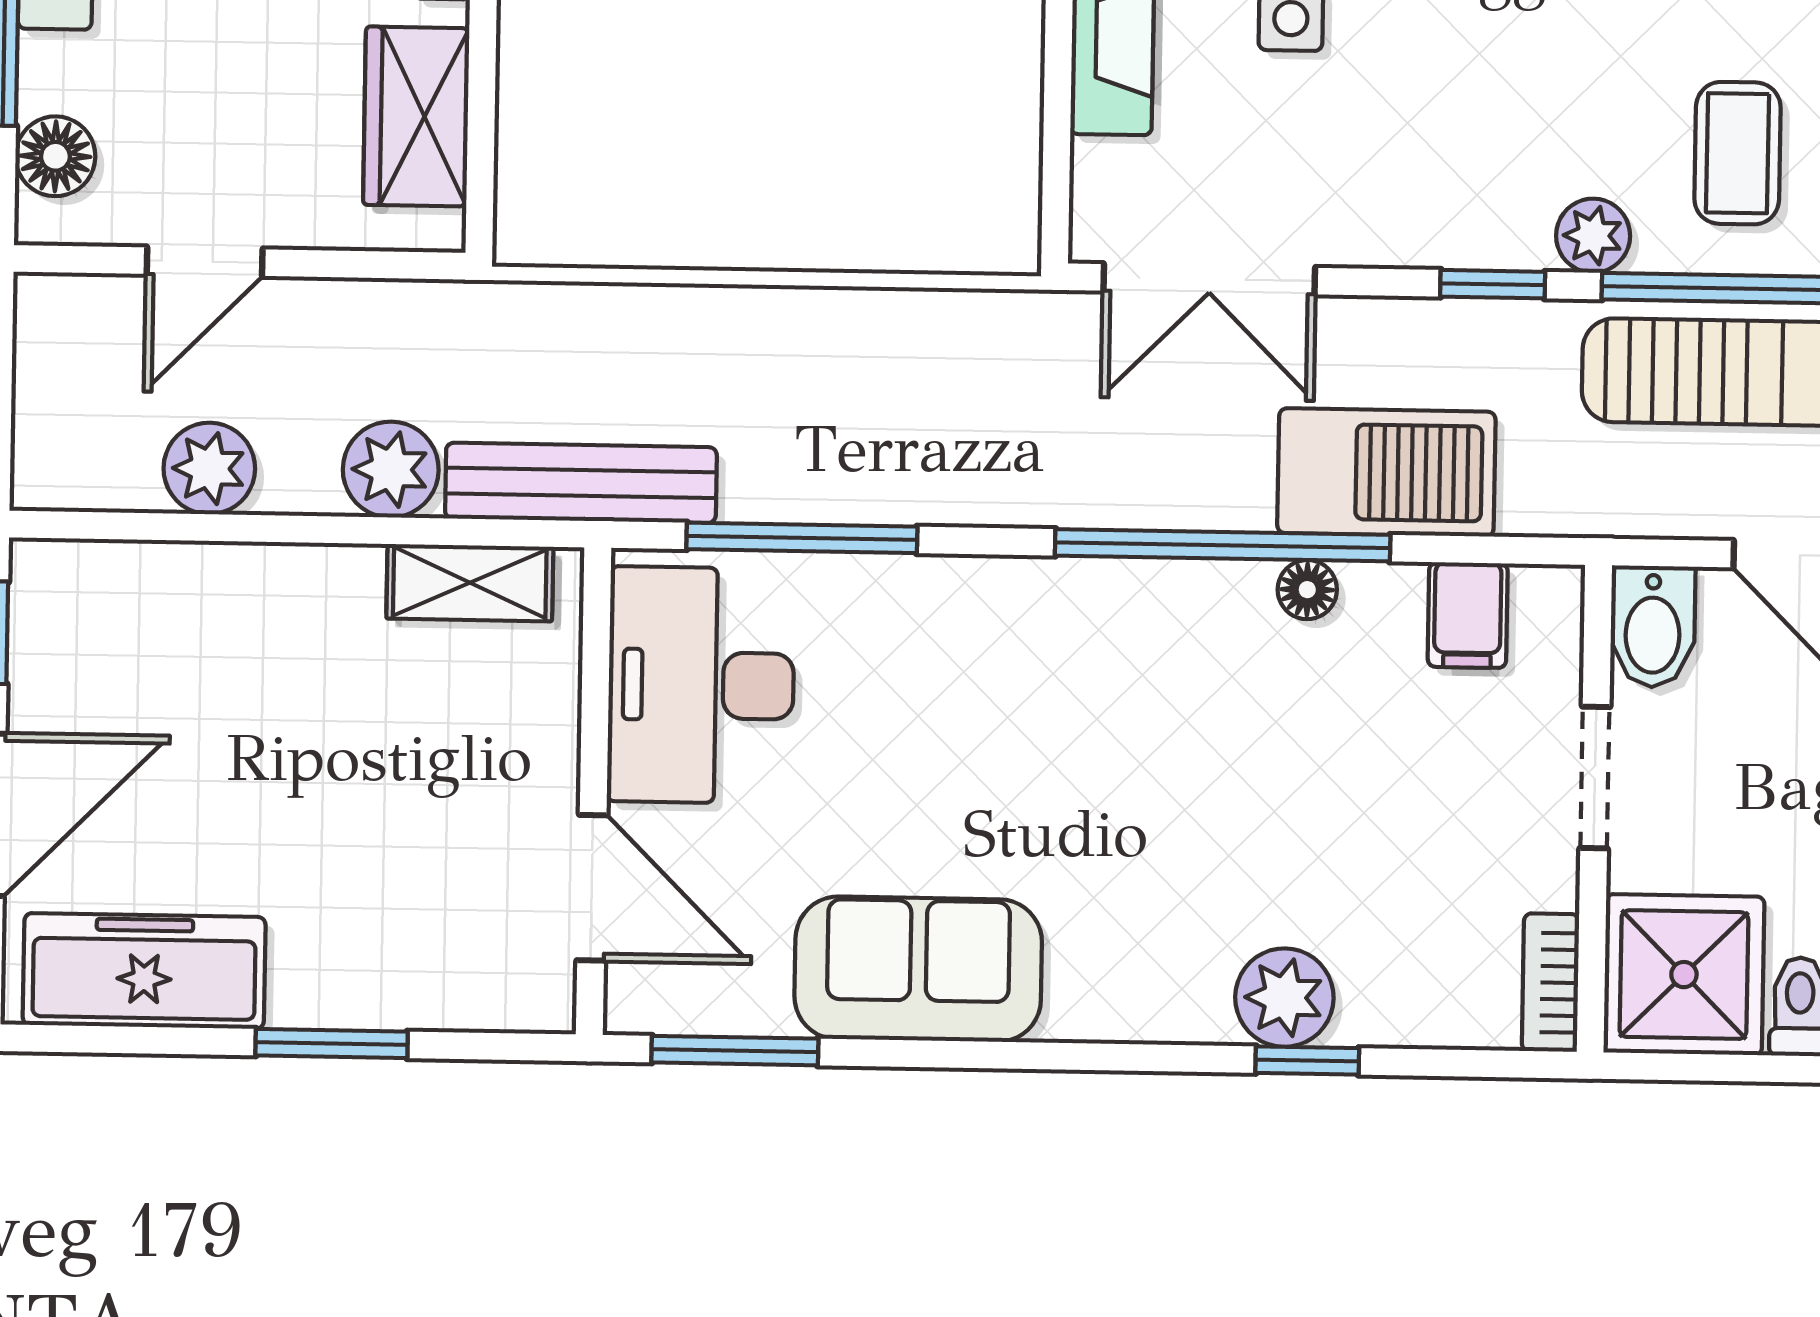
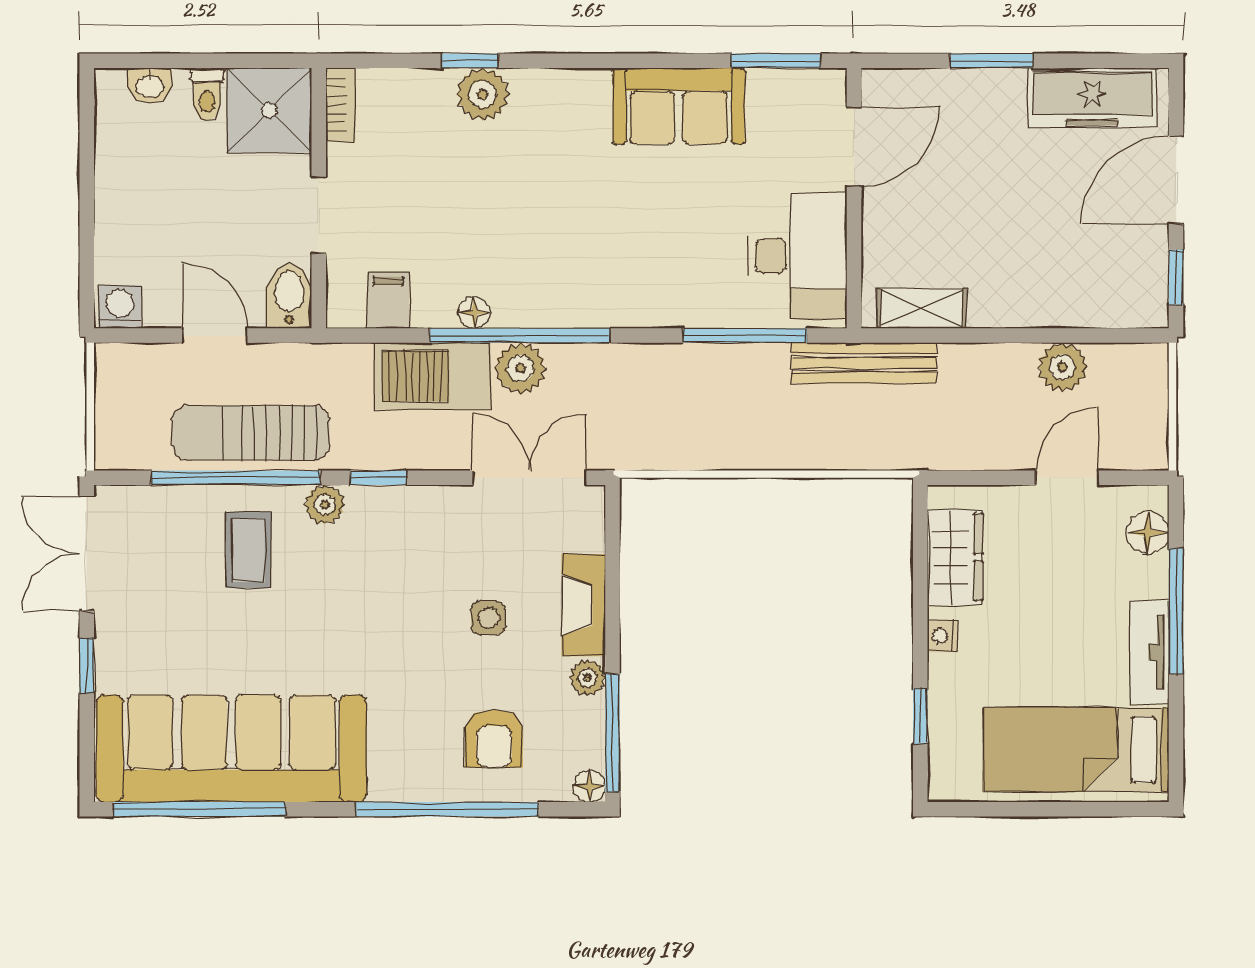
plant: (391, 469) -> (520, 368), moved
door: (592, 888) -> (854, 147), swing flipped

